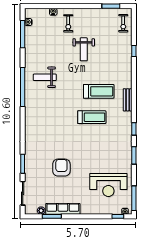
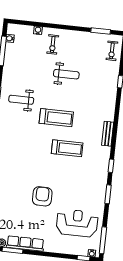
weight bench: (84, 49) -> (66, 74), turned -90
treadmill: (99, 91) -> (56, 118), moved
armchair: (61, 168) -> (42, 196), moved
reception desk: (108, 185) -> (77, 223), turned 180

